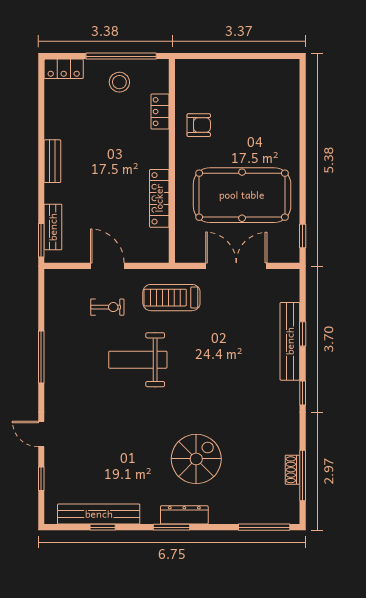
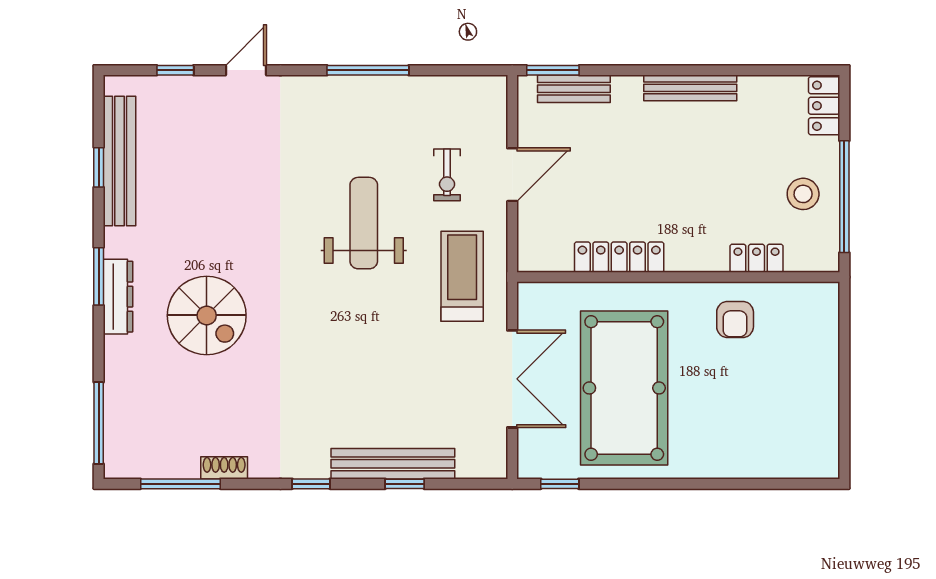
bench: (52, 161) -> (690, 88), width x1.36
shoe rack: (292, 470) -> (224, 468), moved

